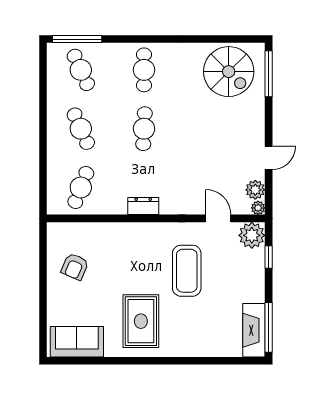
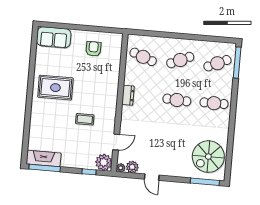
armchair: (75, 267) -> (93, 49), turned 67
coffee table: (187, 271) -> (85, 119), width x0.54, depth x0.58
sofa: (77, 342) -> (54, 37), moved, turned 90

